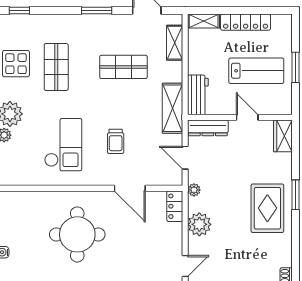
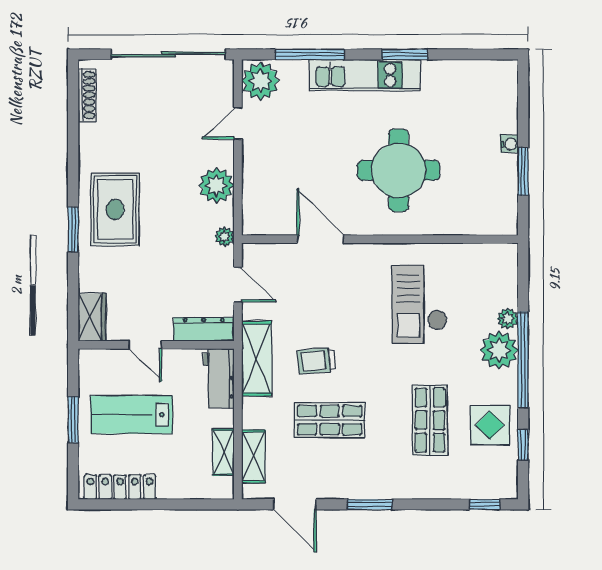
shelving: (204, 21) -> (223, 452), moved, turned 90
locker: (246, 22) -> (120, 487), moved
trolley: (116, 141) -> (316, 361), moved, turned -95
locker: (175, 206) -> (253, 212), removed

